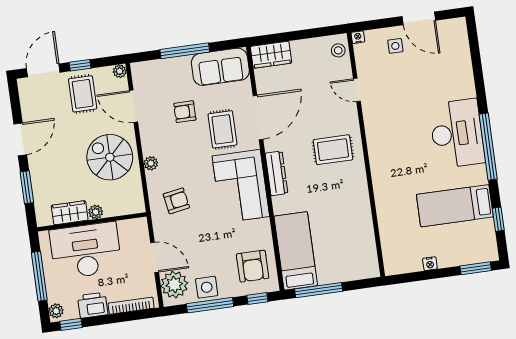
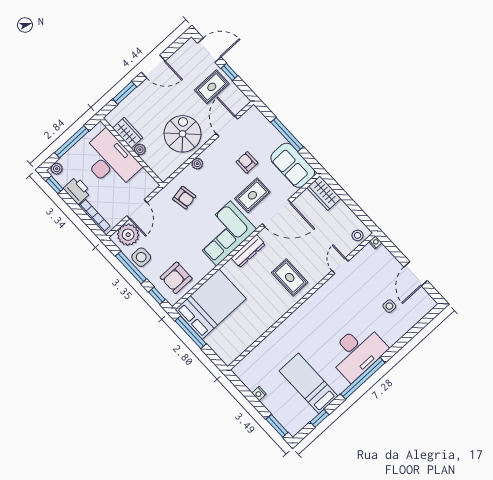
side table: (395, 46) -> (389, 306), moved
plant: (120, 71) -> (244, 101), removed
bed: (296, 251) -> (211, 304), width x1.50

